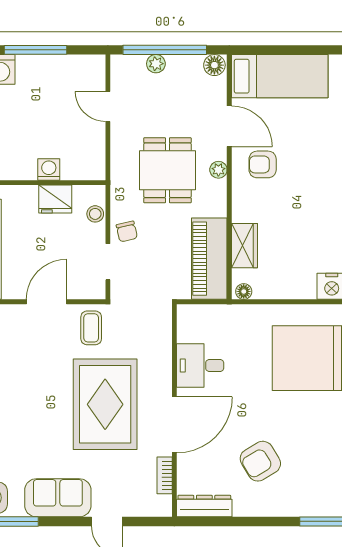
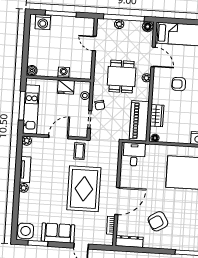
armchair: (263, 164) -> (179, 84), moved
desk: (200, 365) -> (134, 154), moved, turned 90

